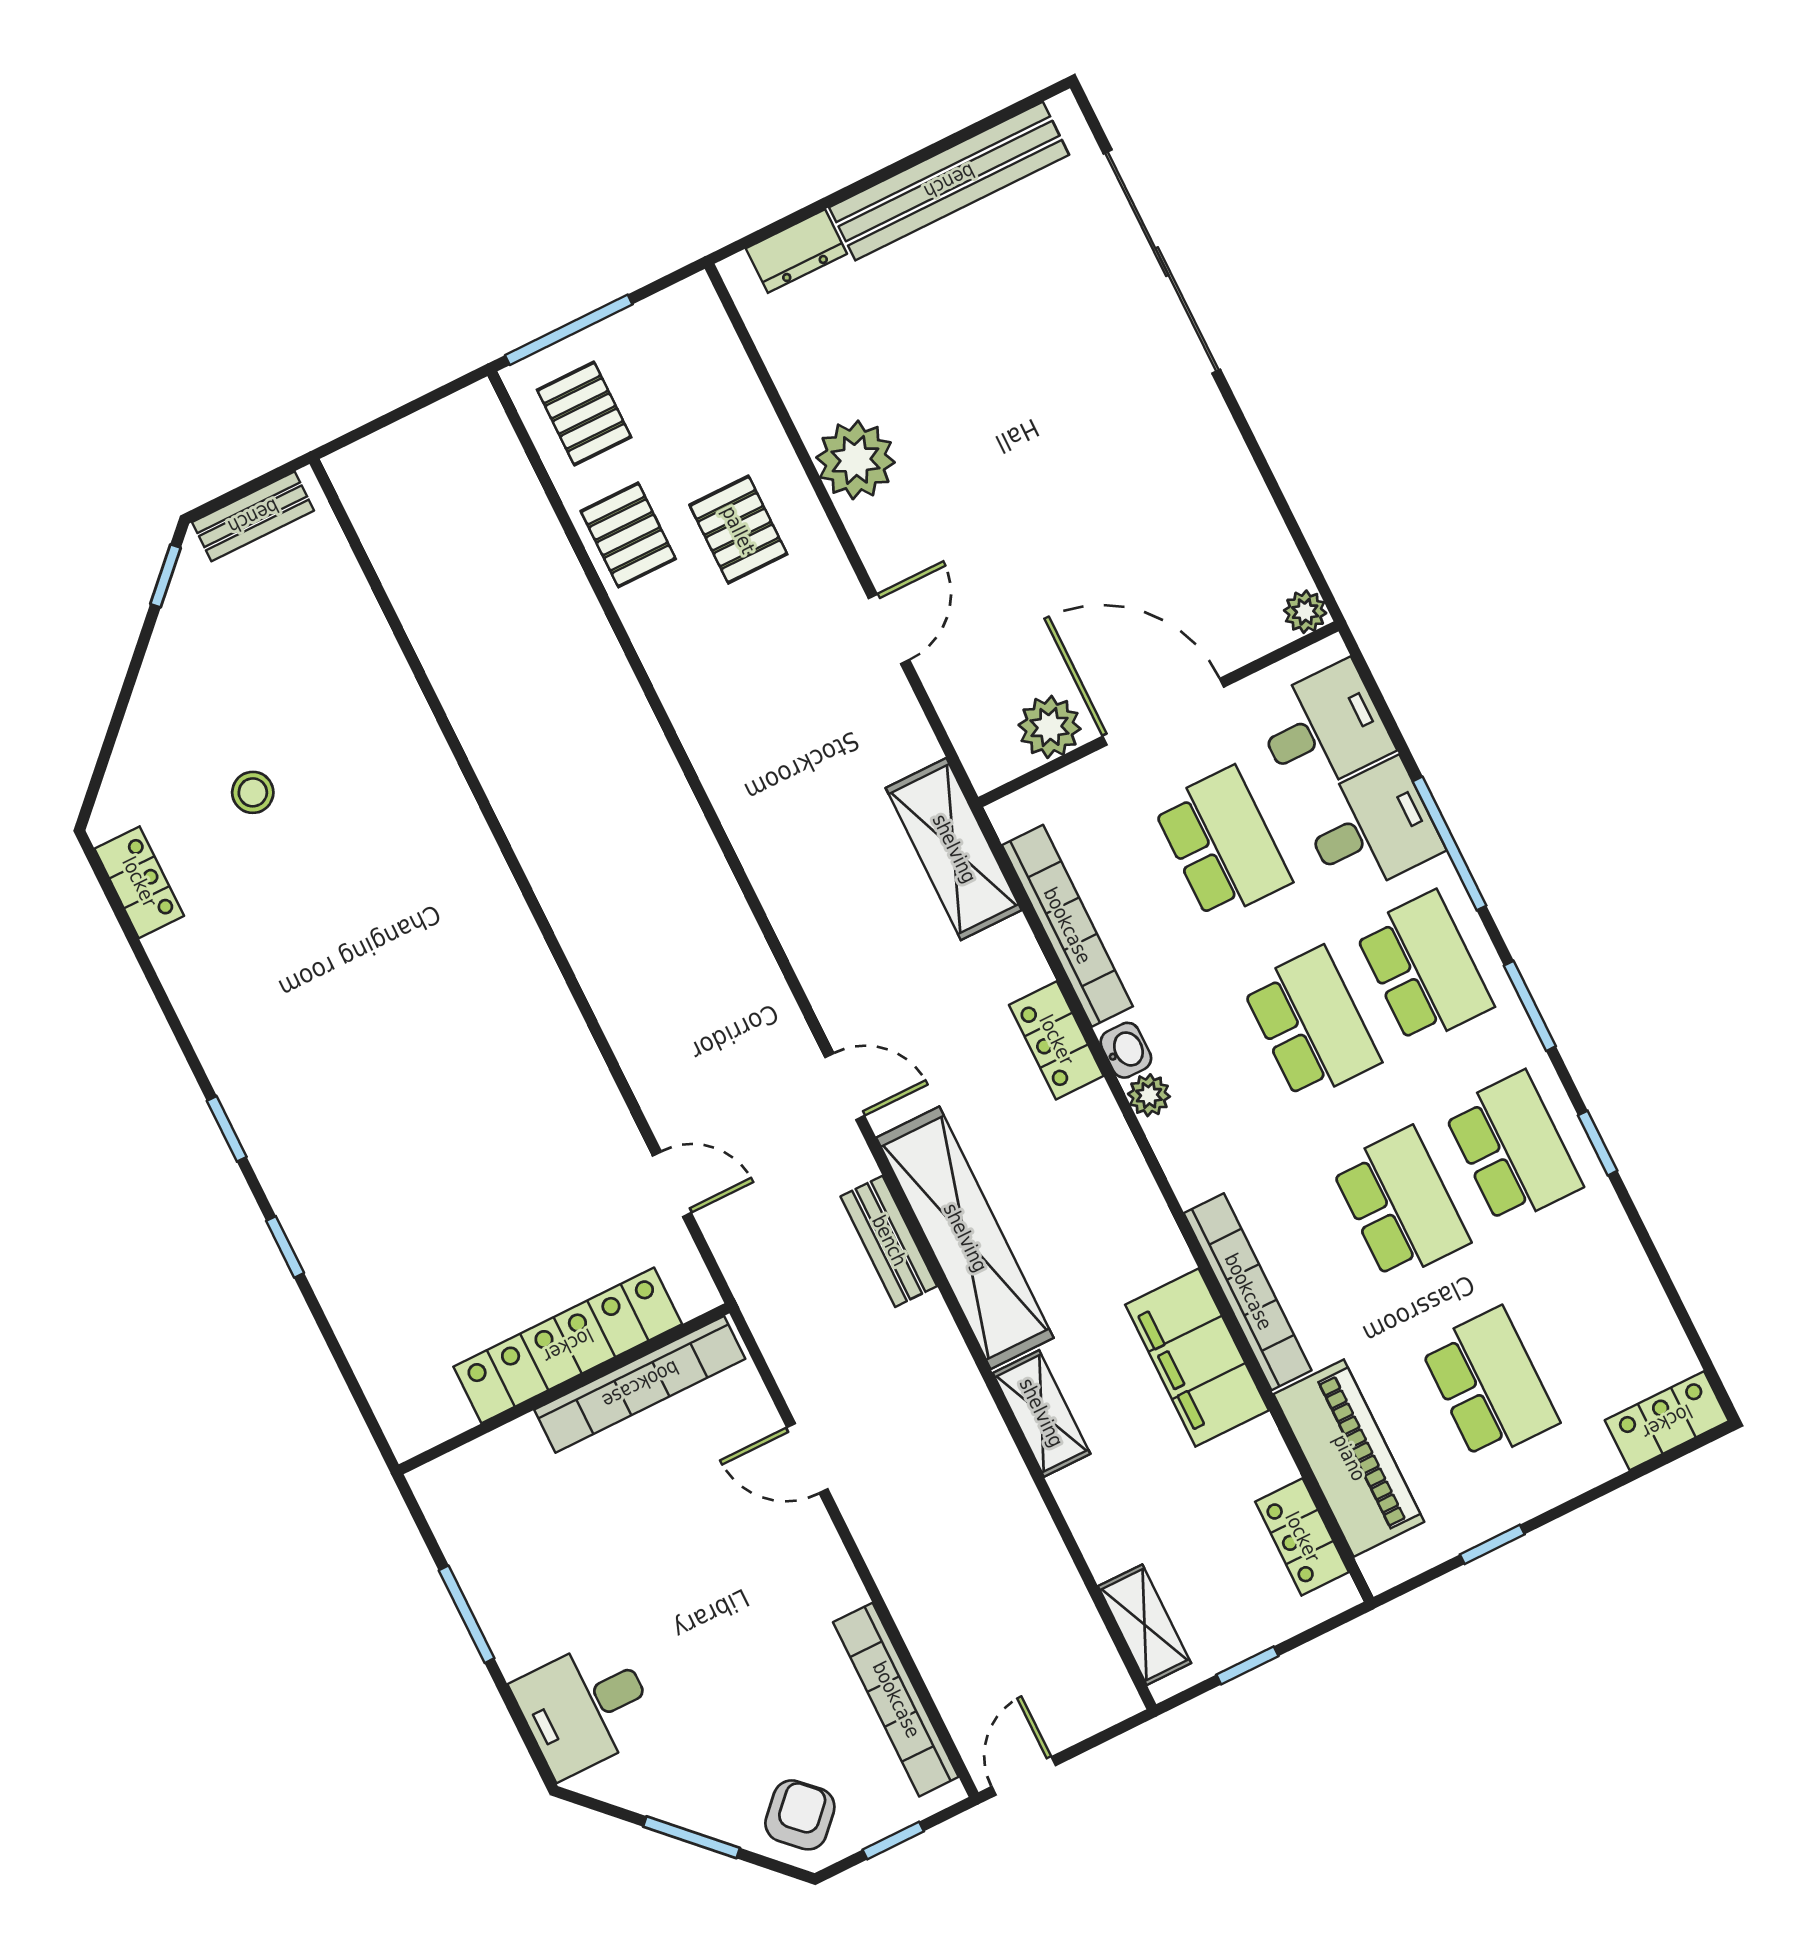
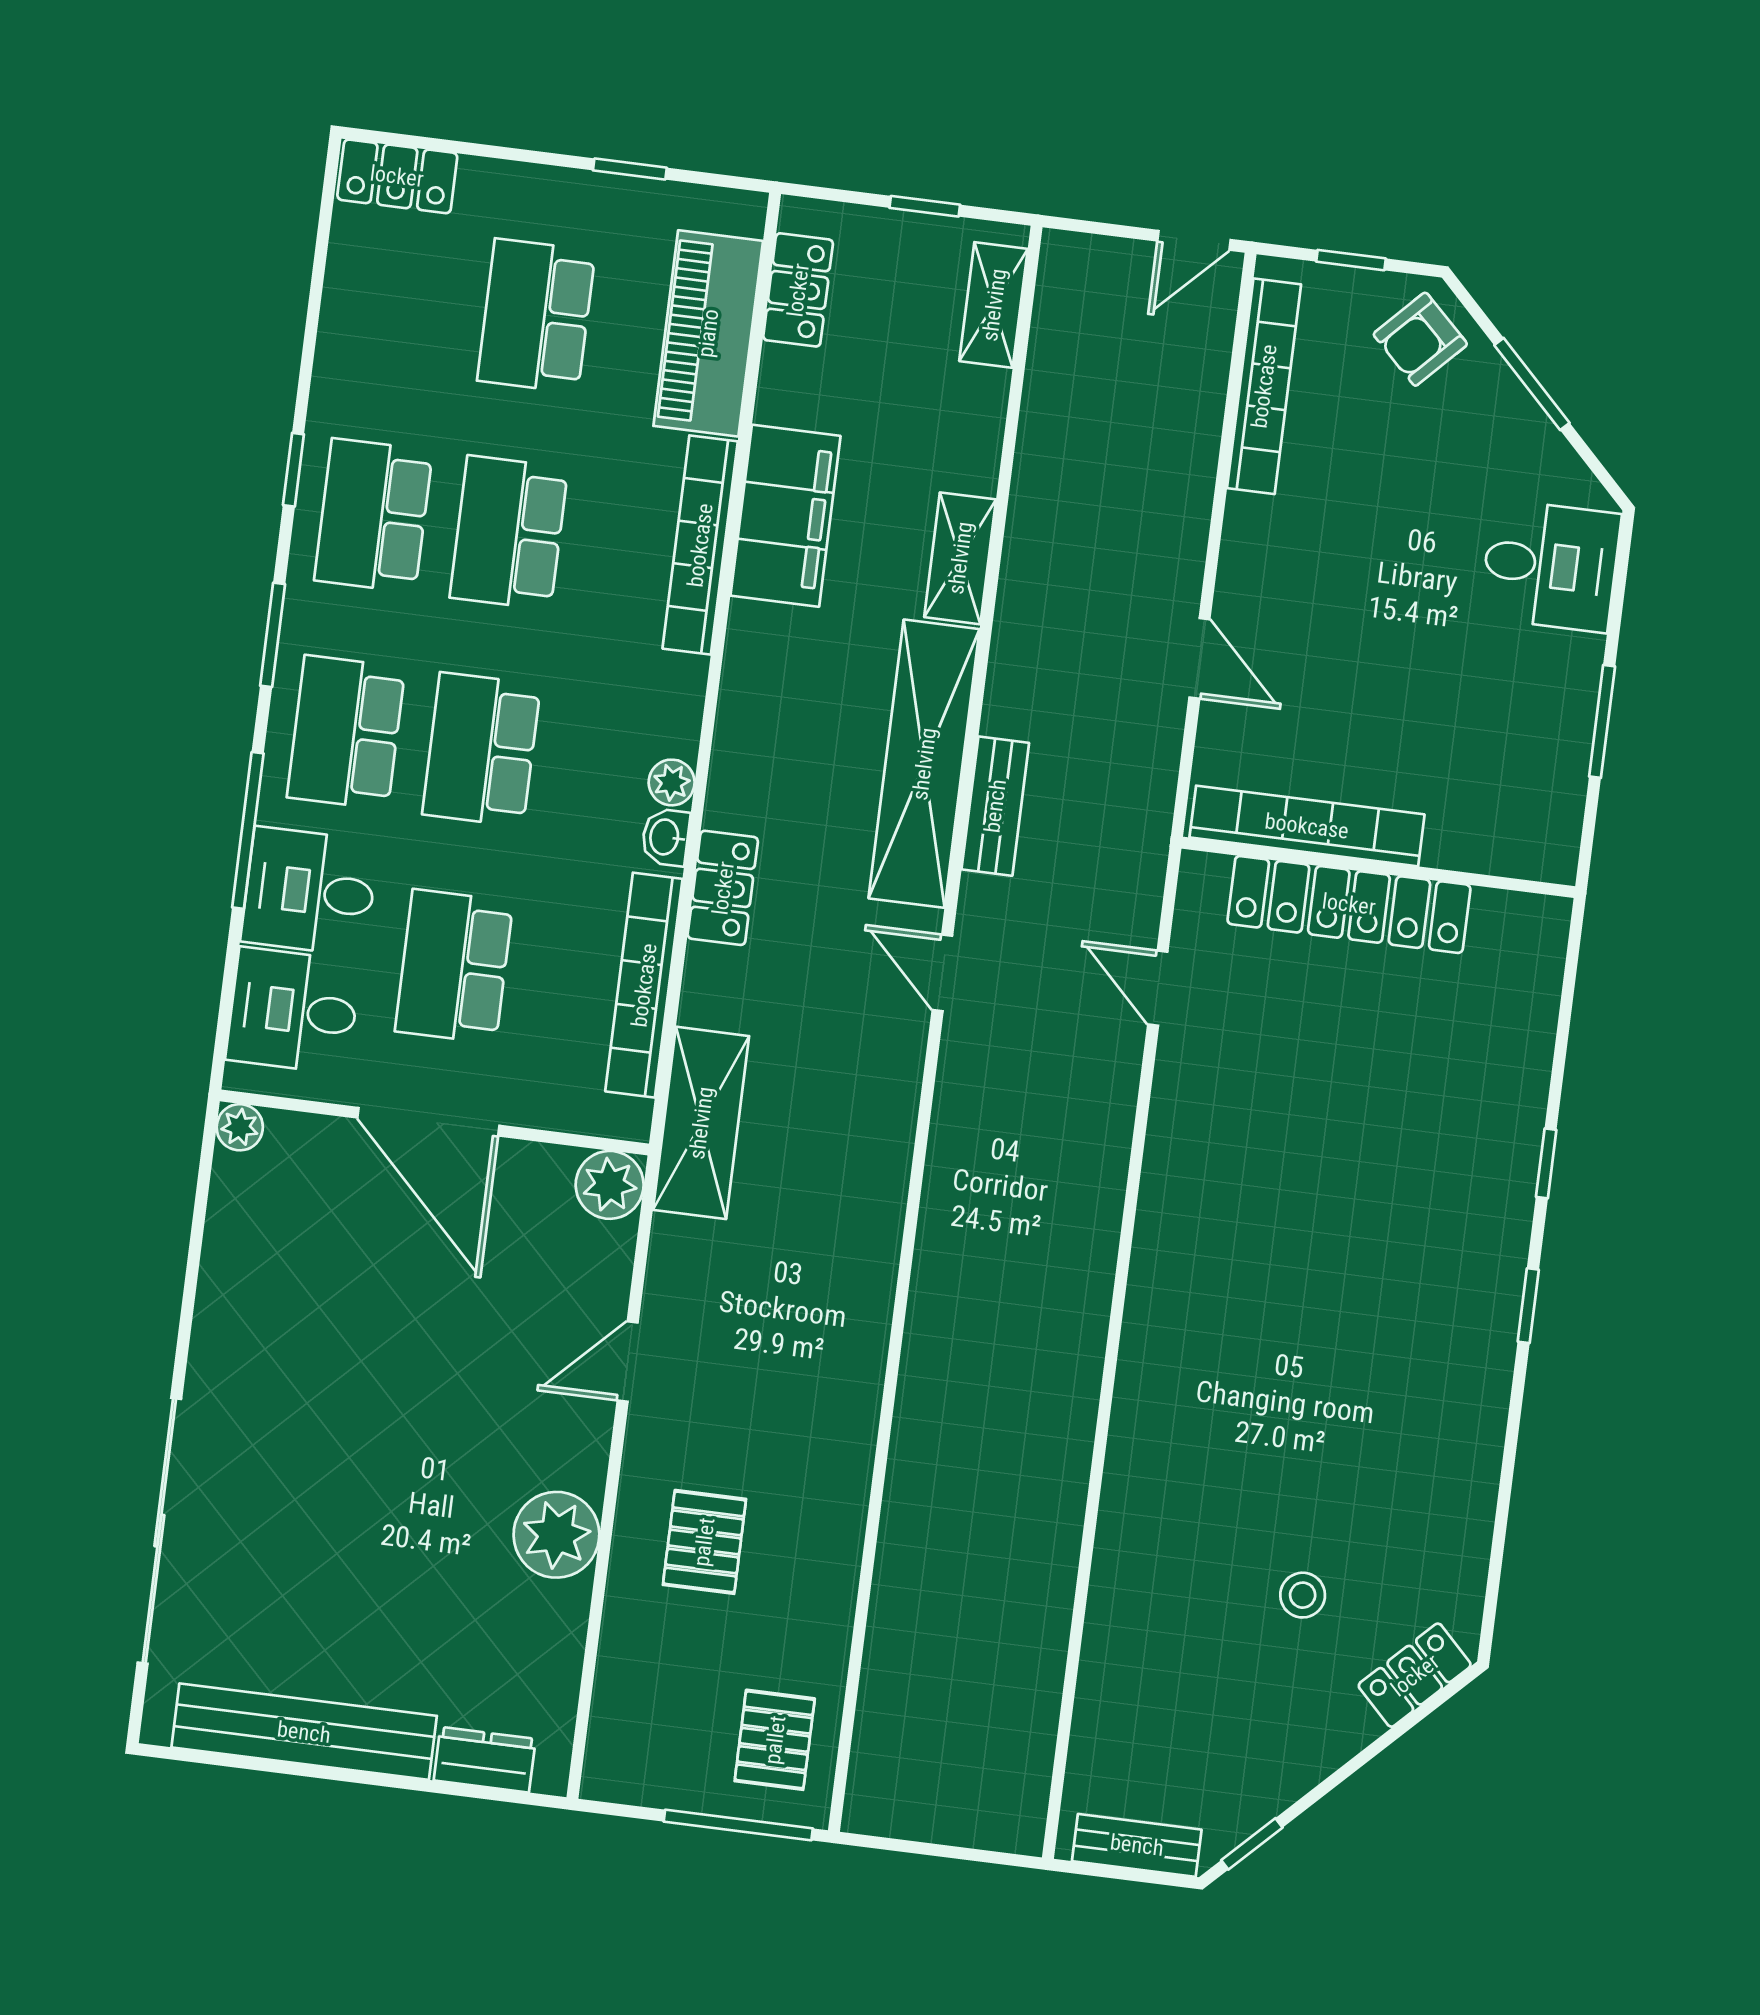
pallet: (628, 535) -> (808, 1603), removed
plant: (1050, 727) -> (610, 1185), moved
locker: (139, 882) -> (1415, 1675), moved, turned 45

